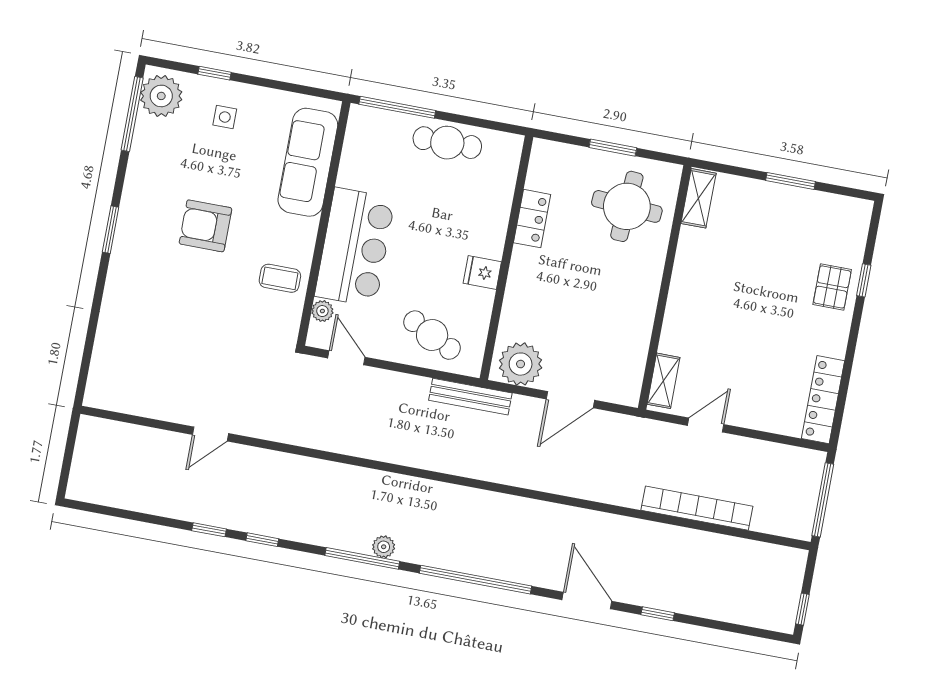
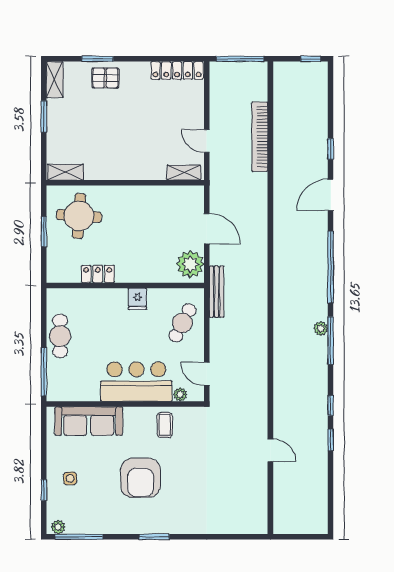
plant: (161, 96) -> (58, 527), width x0.53, depth x0.53
shelving: (844, 208) -> (55, 80), added
armchair: (205, 226) -> (141, 478), width x1.36, depth x1.36
window: (864, 280) -> (98, 59), width x1.50
door: (346, 358) -> (207, 374), hinge flipped

